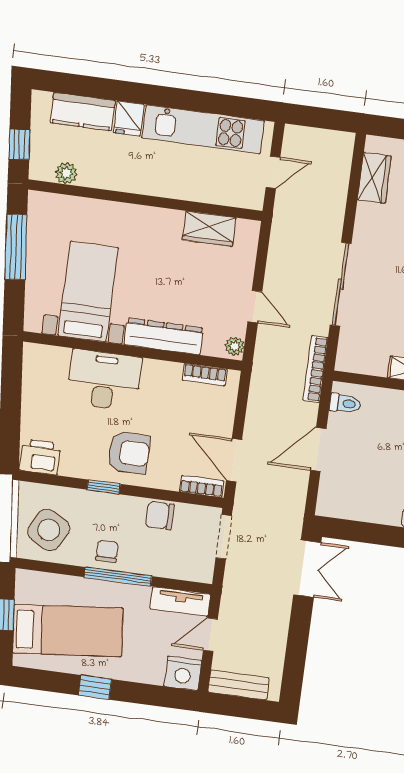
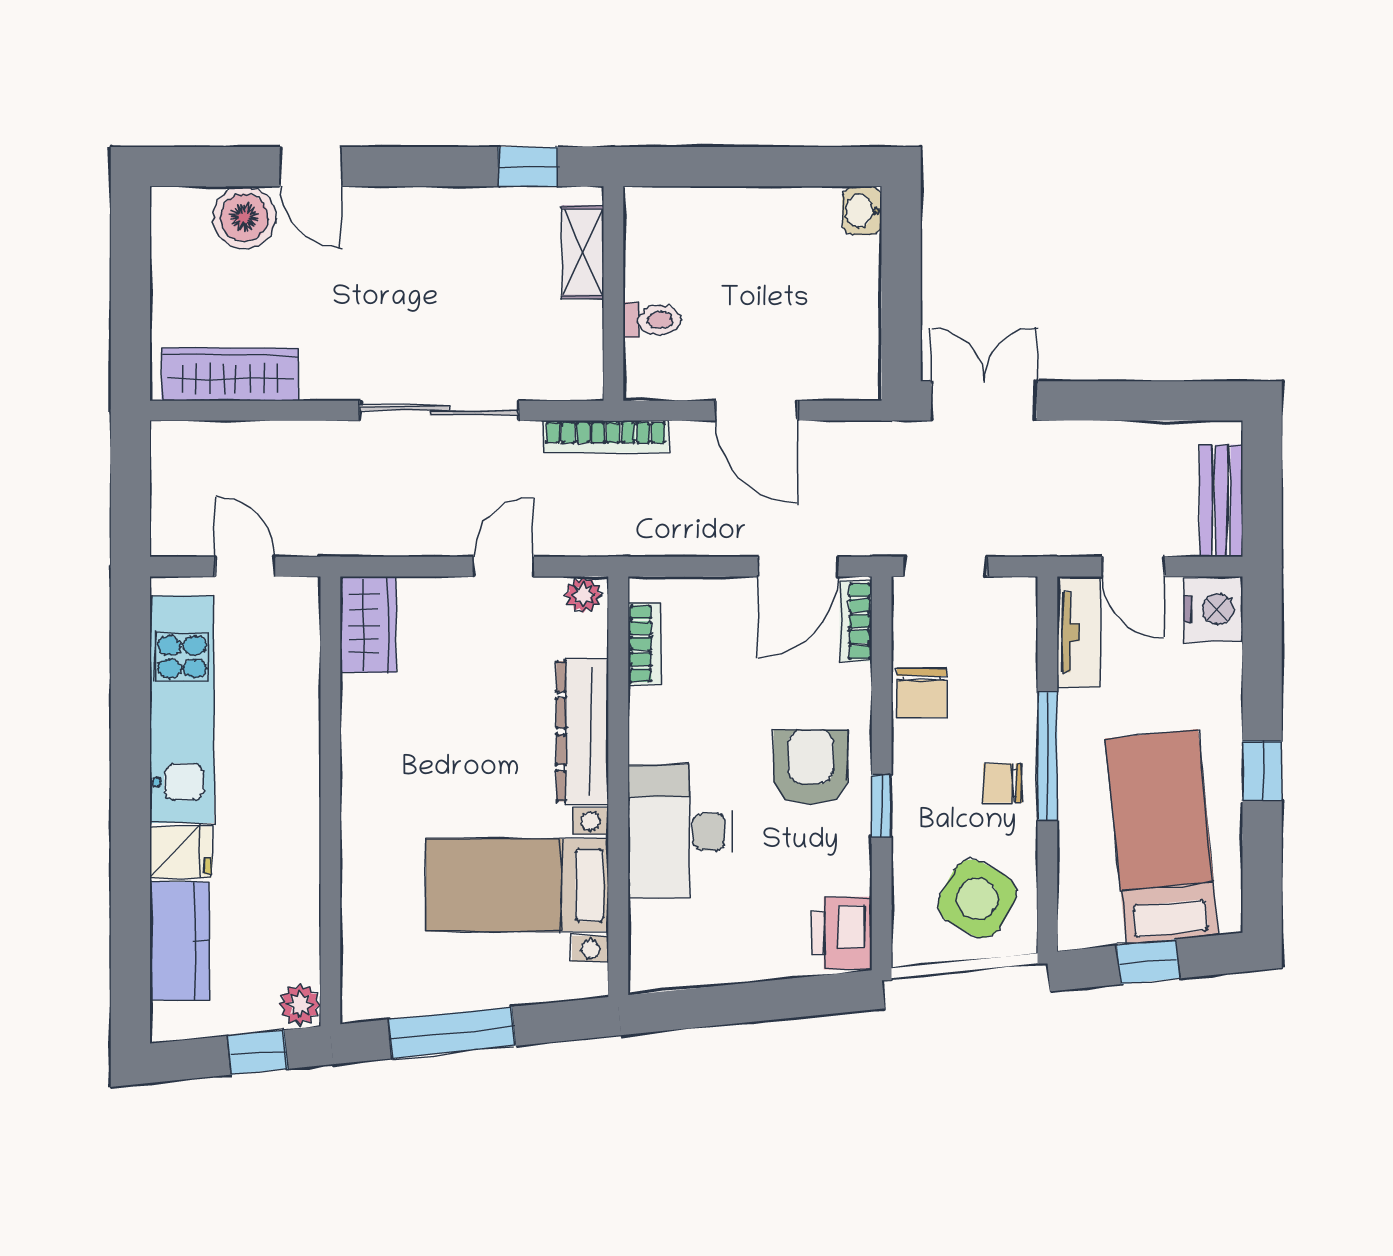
plant: (66, 173) -> (300, 1005), moved
wardrobe: (374, 178) -> (230, 374), width x1.50
wardrobe: (209, 229) -> (368, 624), moved
toilet: (345, 403) -> (652, 320), moved, turned 90

